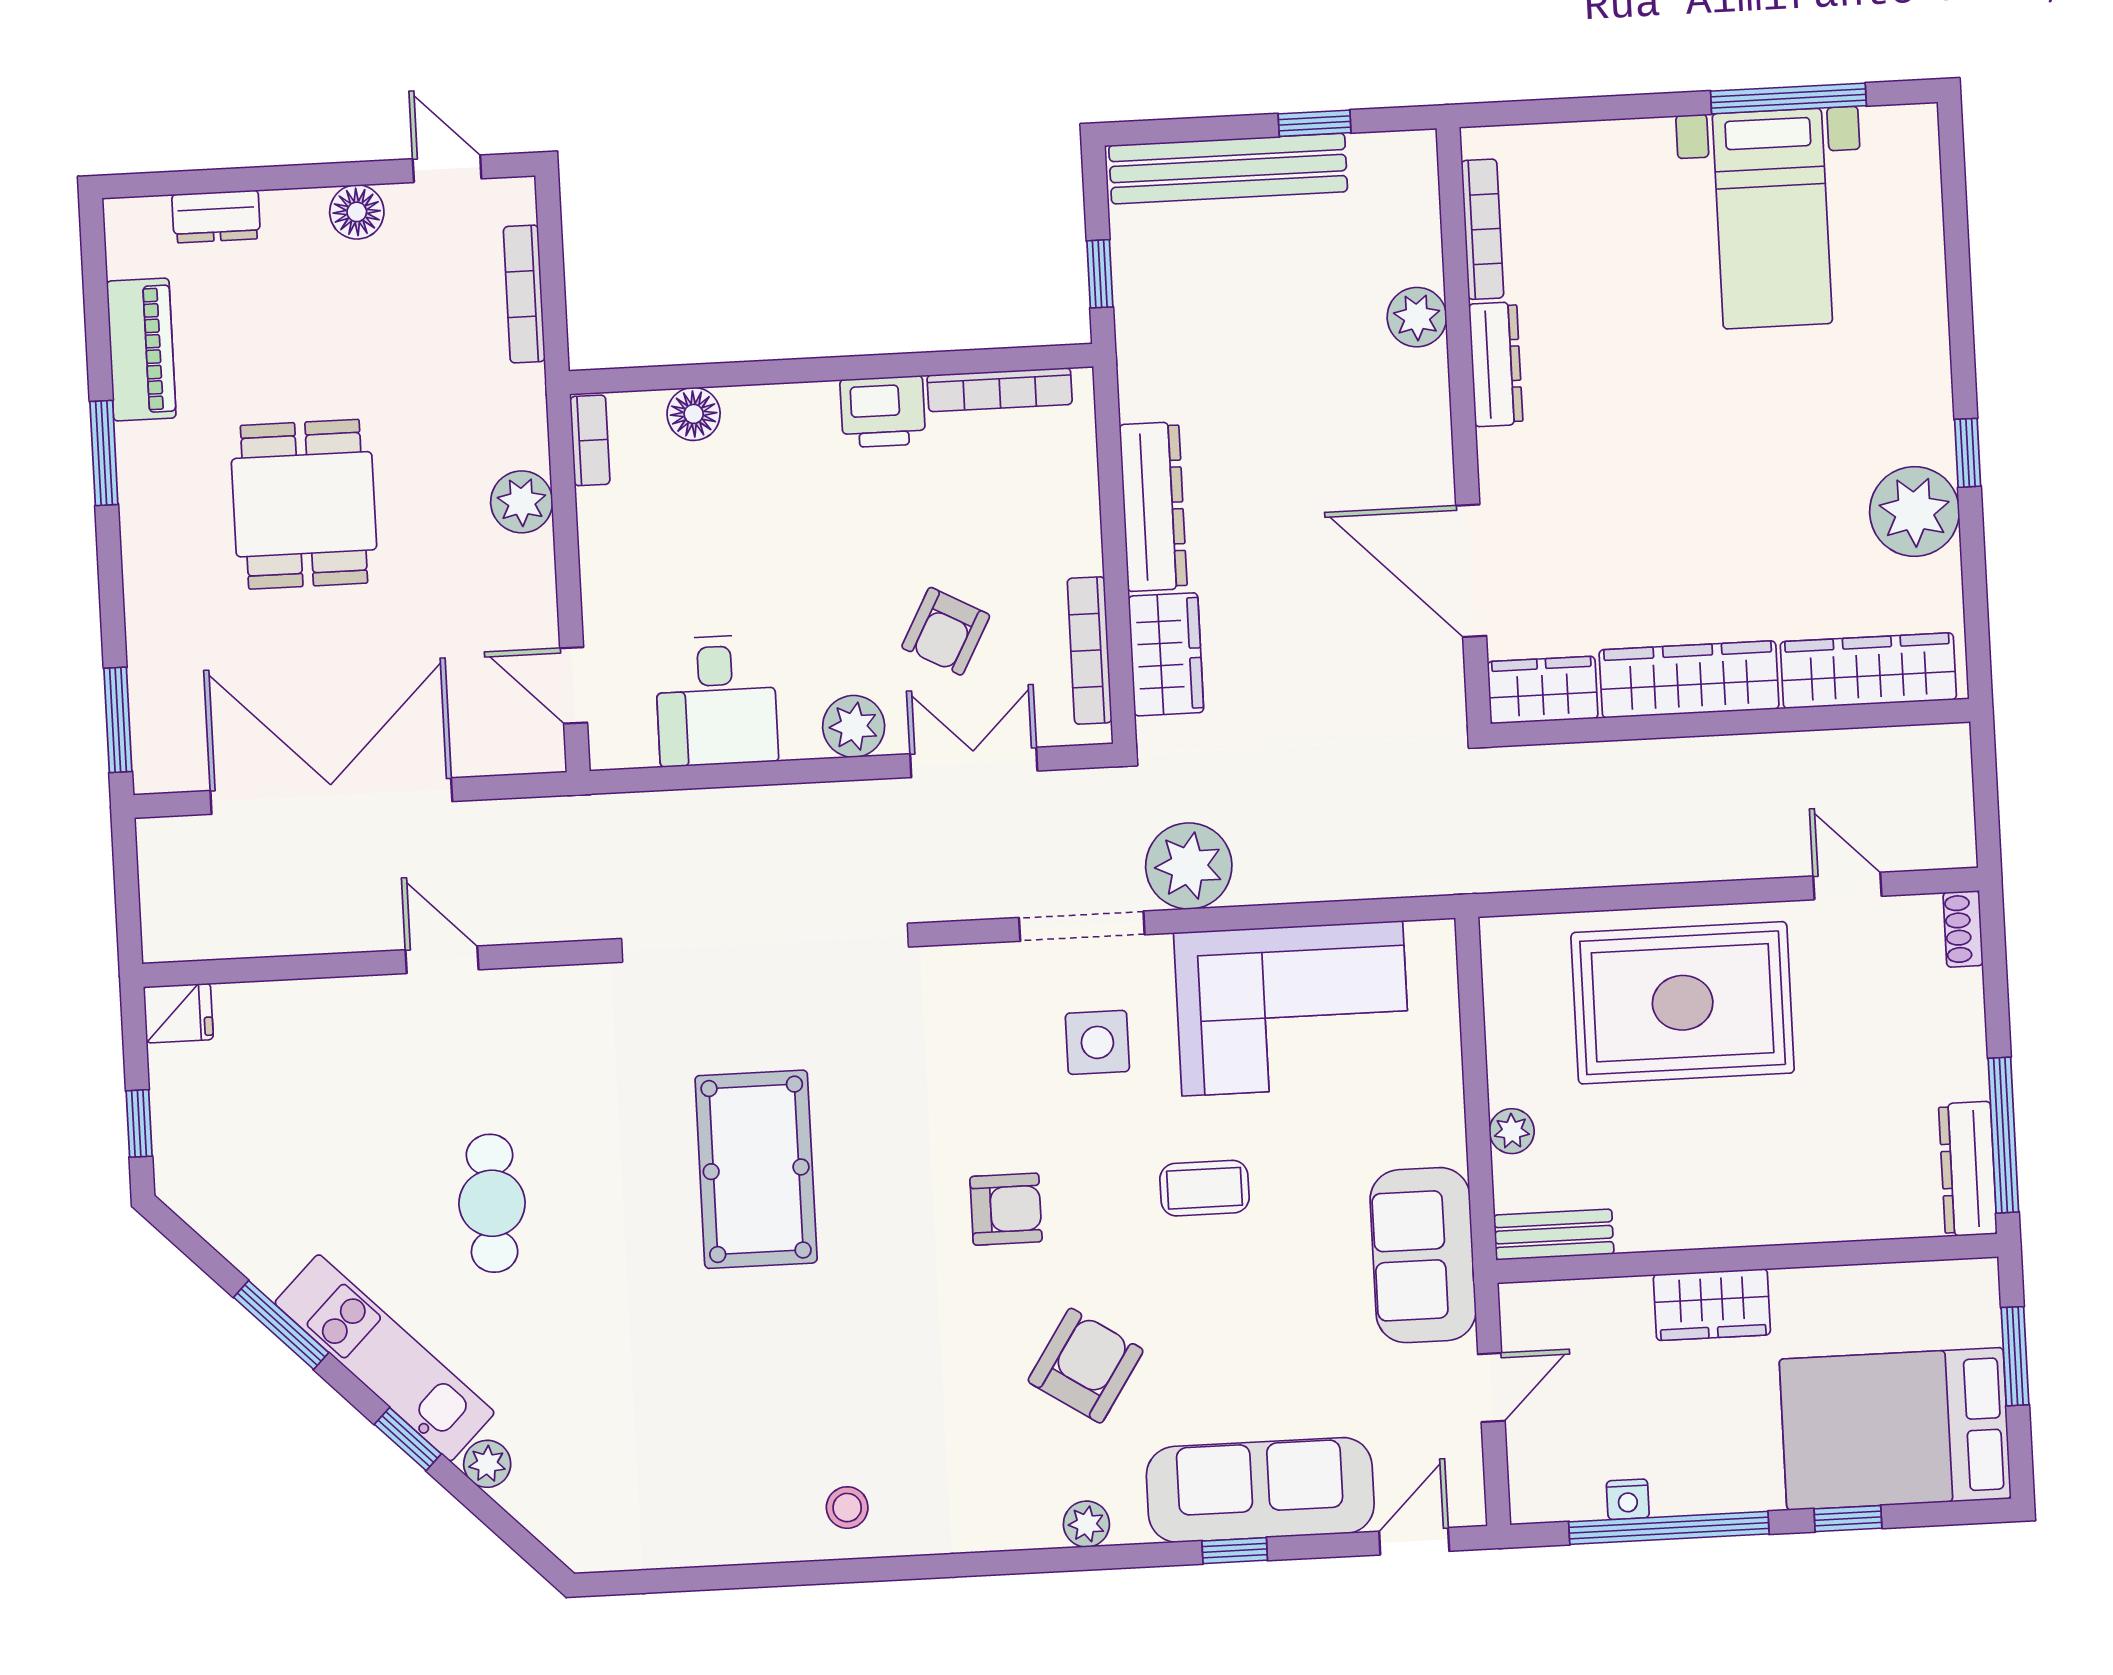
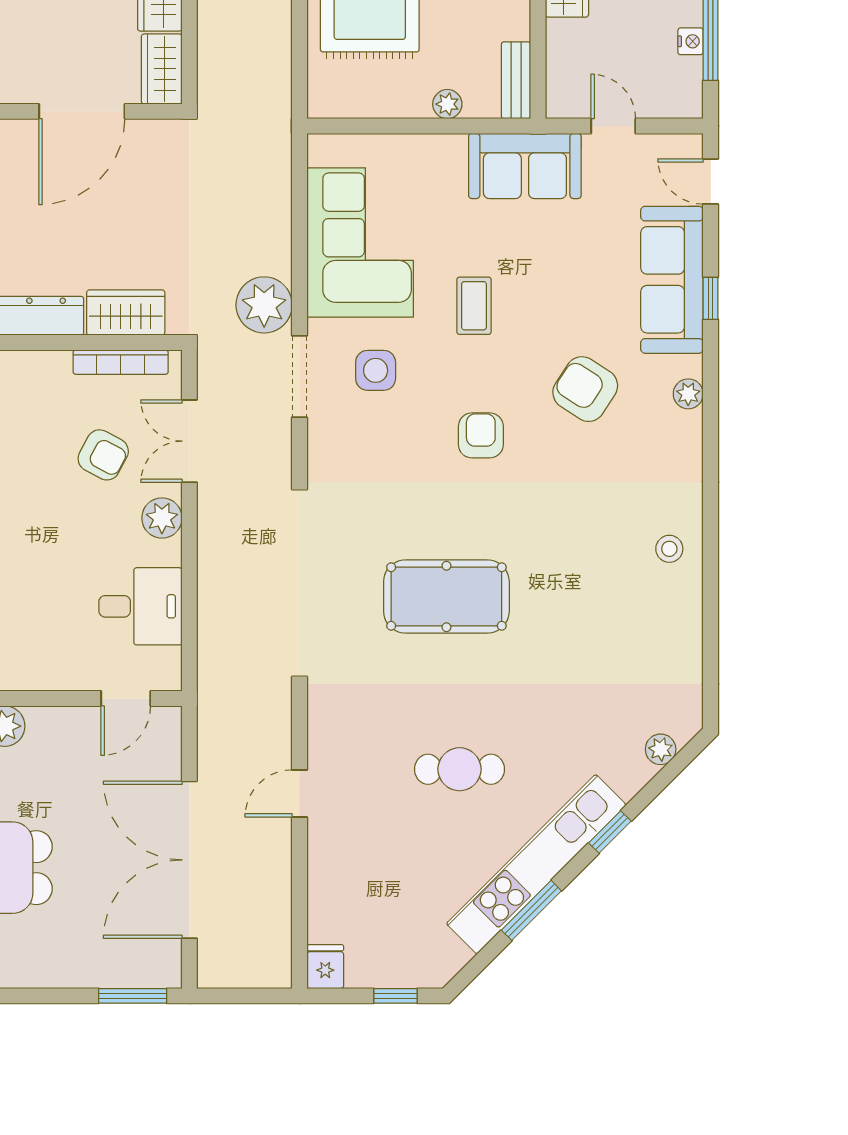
kitchen unit: (385, 1358) -> (536, 864), width x1.36
plant: (487, 1464) -> (661, 749), moved

